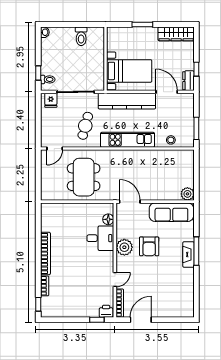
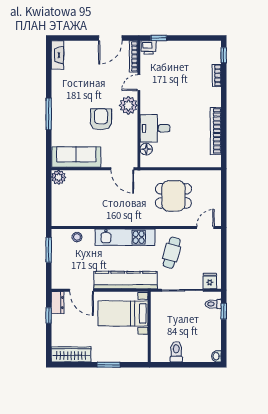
dining table: (84, 177) -> (173, 196), width x0.73
plant: (124, 247) -> (128, 105), moved
bookcase: (45, 253) -> (216, 131), moved
fireplace: (188, 255) -> (57, 55), moved

